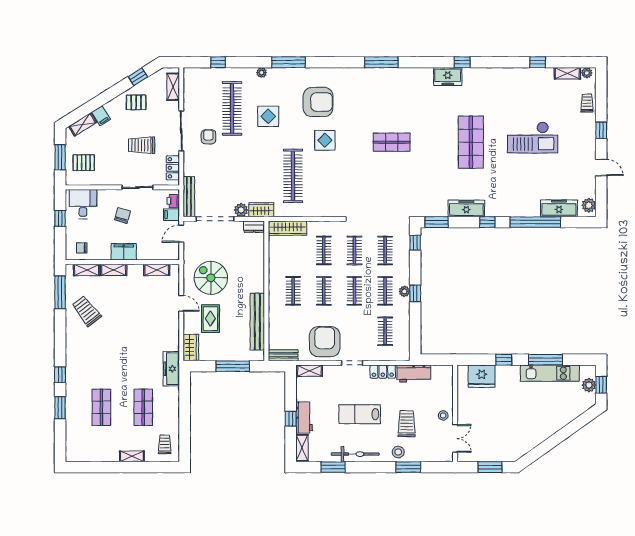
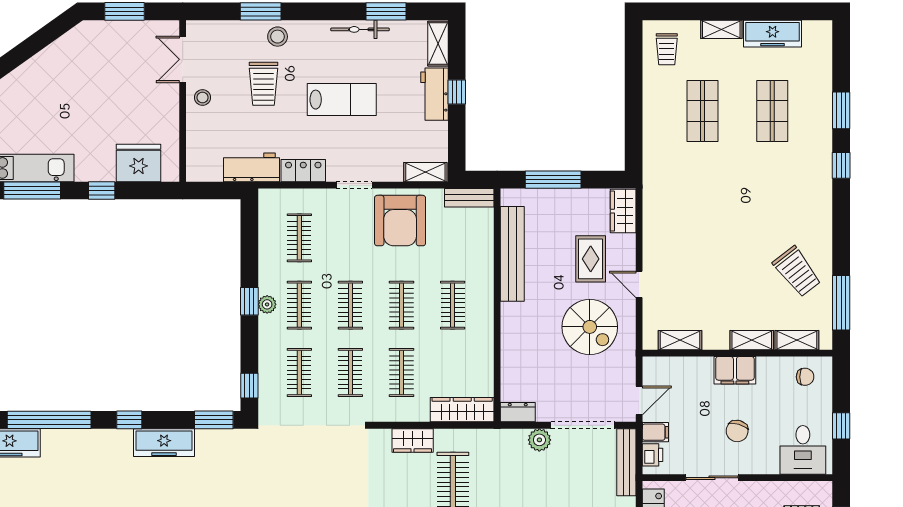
wardrobe: (261, 210) -> (413, 440), moved
freezer: (171, 369) -> (773, 34), moved, turned 90
bicycle: (355, 454) -> (360, 29), width x0.73, depth x0.71

